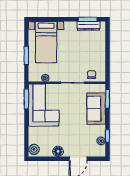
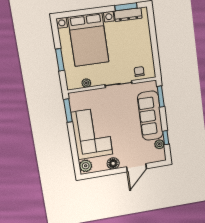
bed with nightstands: (46, 42) -> (88, 40), width x1.36
corner sofa: (44, 105) -> (92, 133), moved
sofa: (96, 109) -> (150, 116), width x1.36

